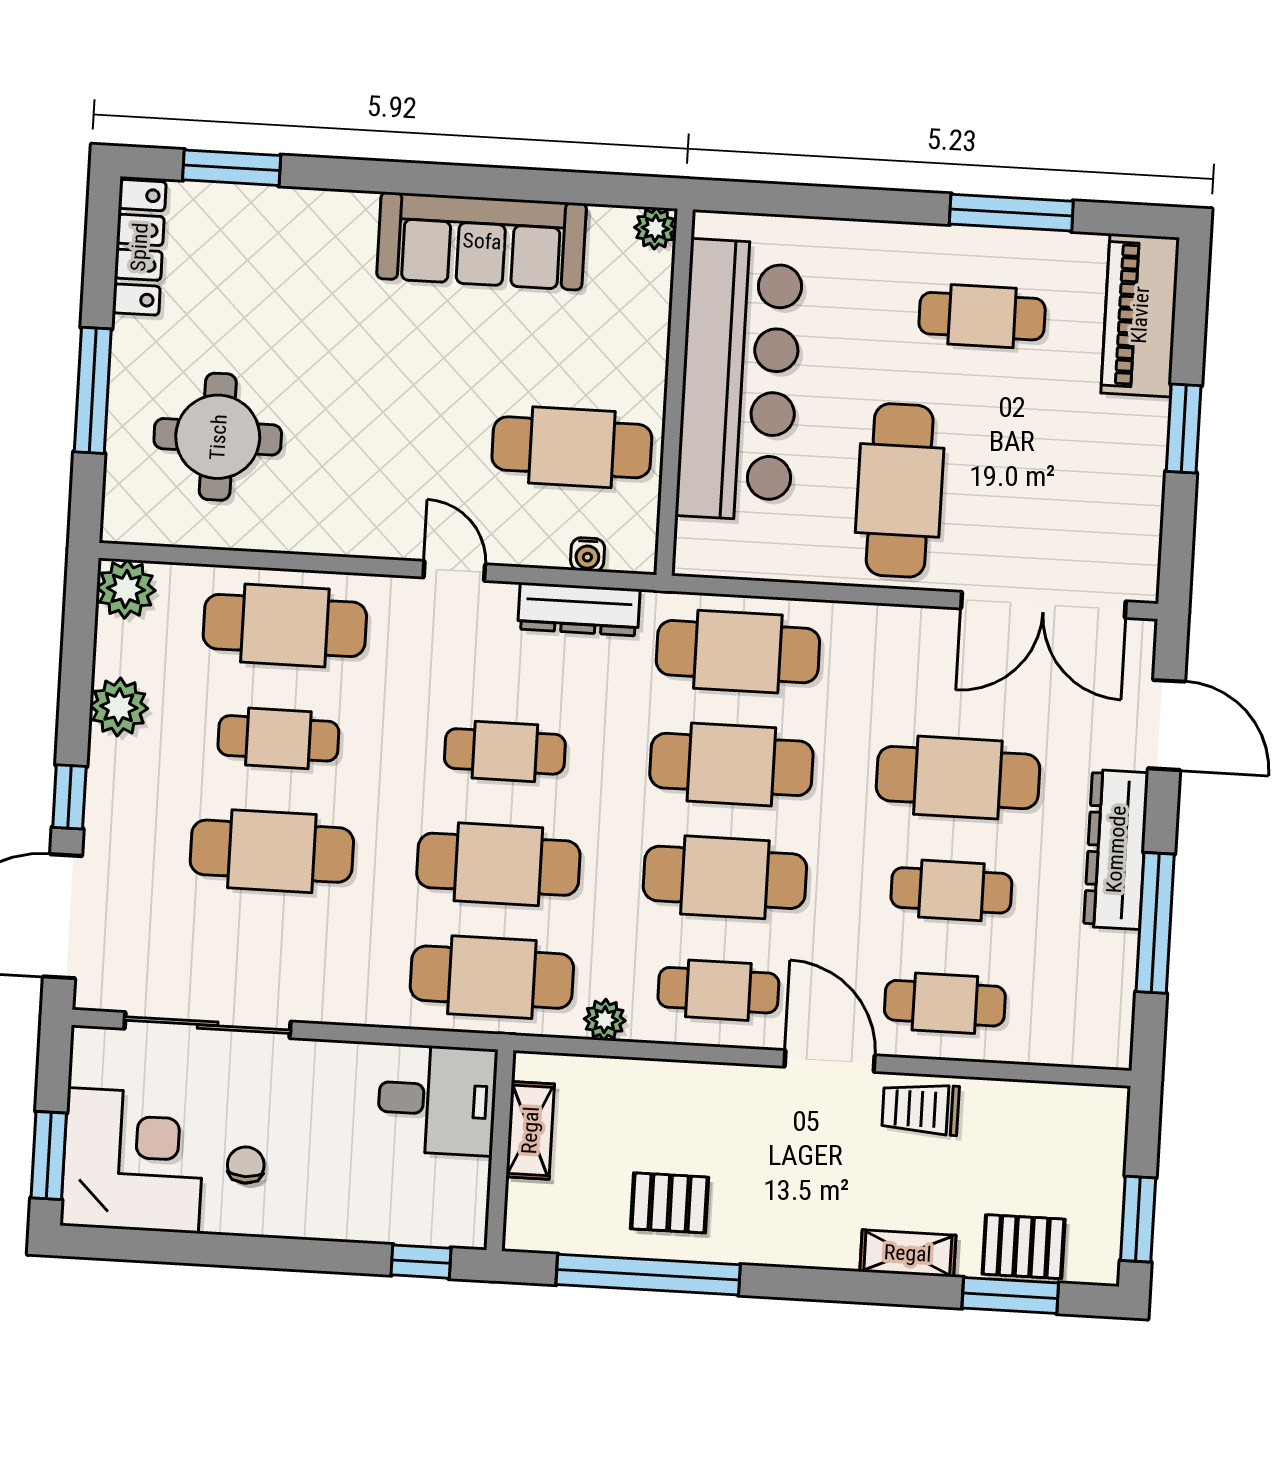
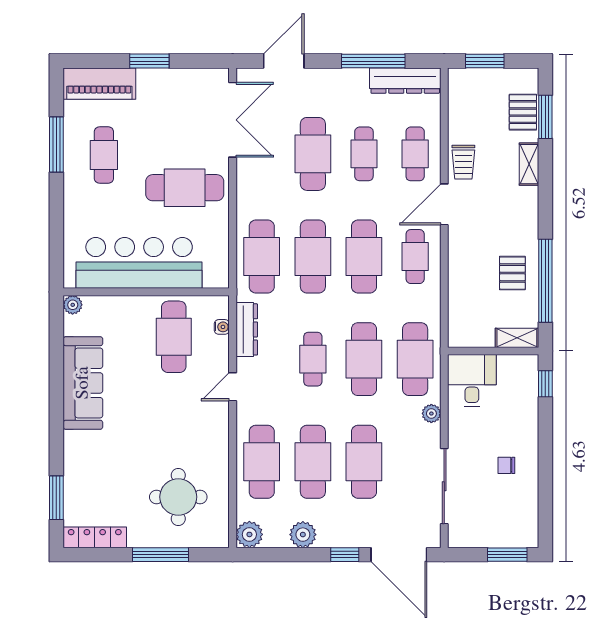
cafe table: (278, 738) -> (313, 462), width x1.37, depth x1.35
dresser: (1116, 849) -> (405, 81), moved
plant: (605, 1020) -> (431, 414), moved
shelving: (530, 1130) -> (517, 338), moved
corner desk: (133, 1160) -> (507, 516), removed
window: (1138, 1219) -> (485, 61), moved

